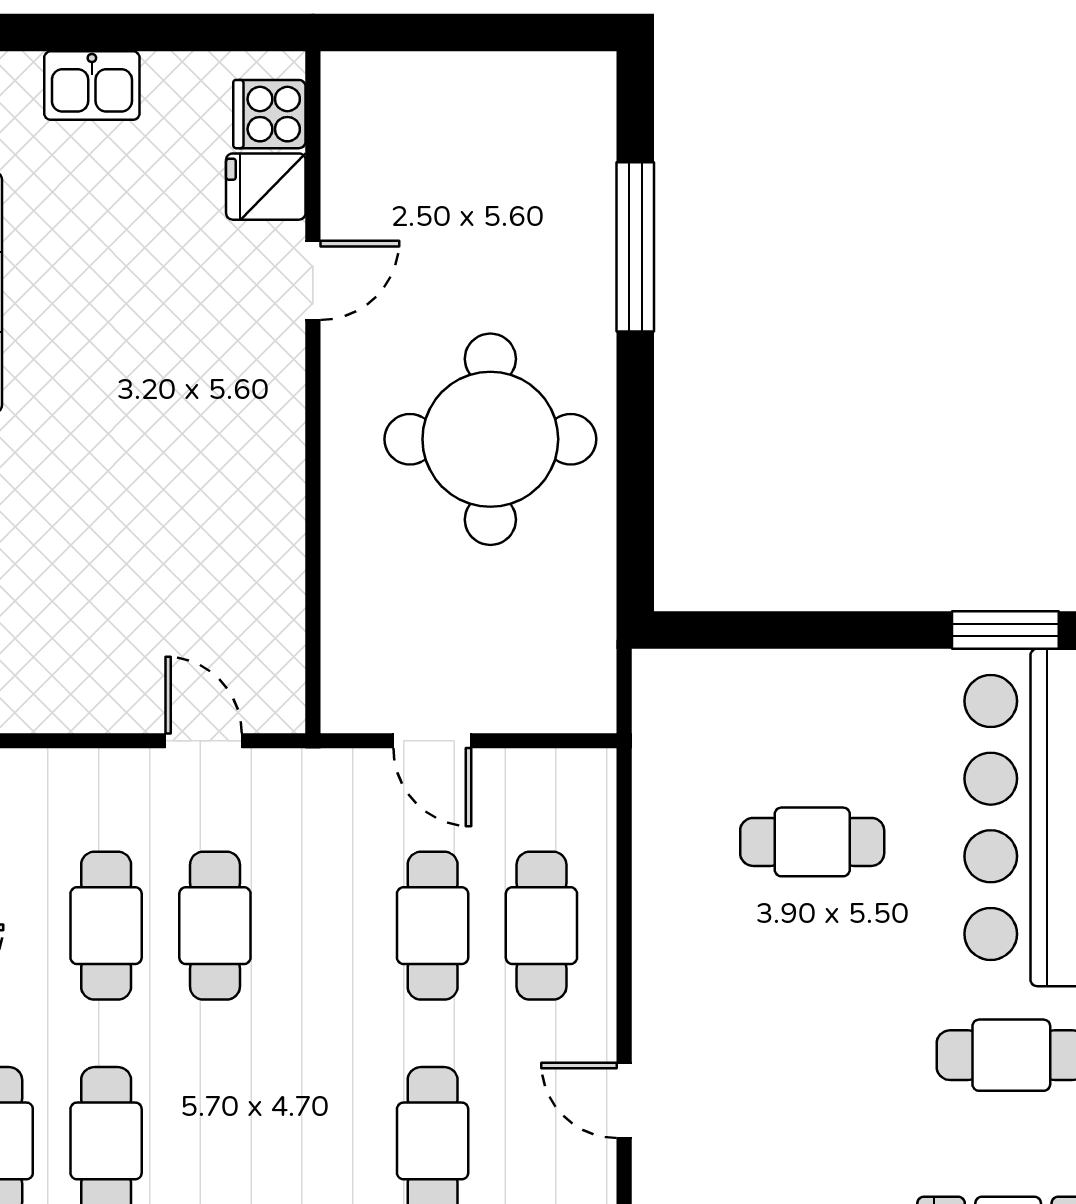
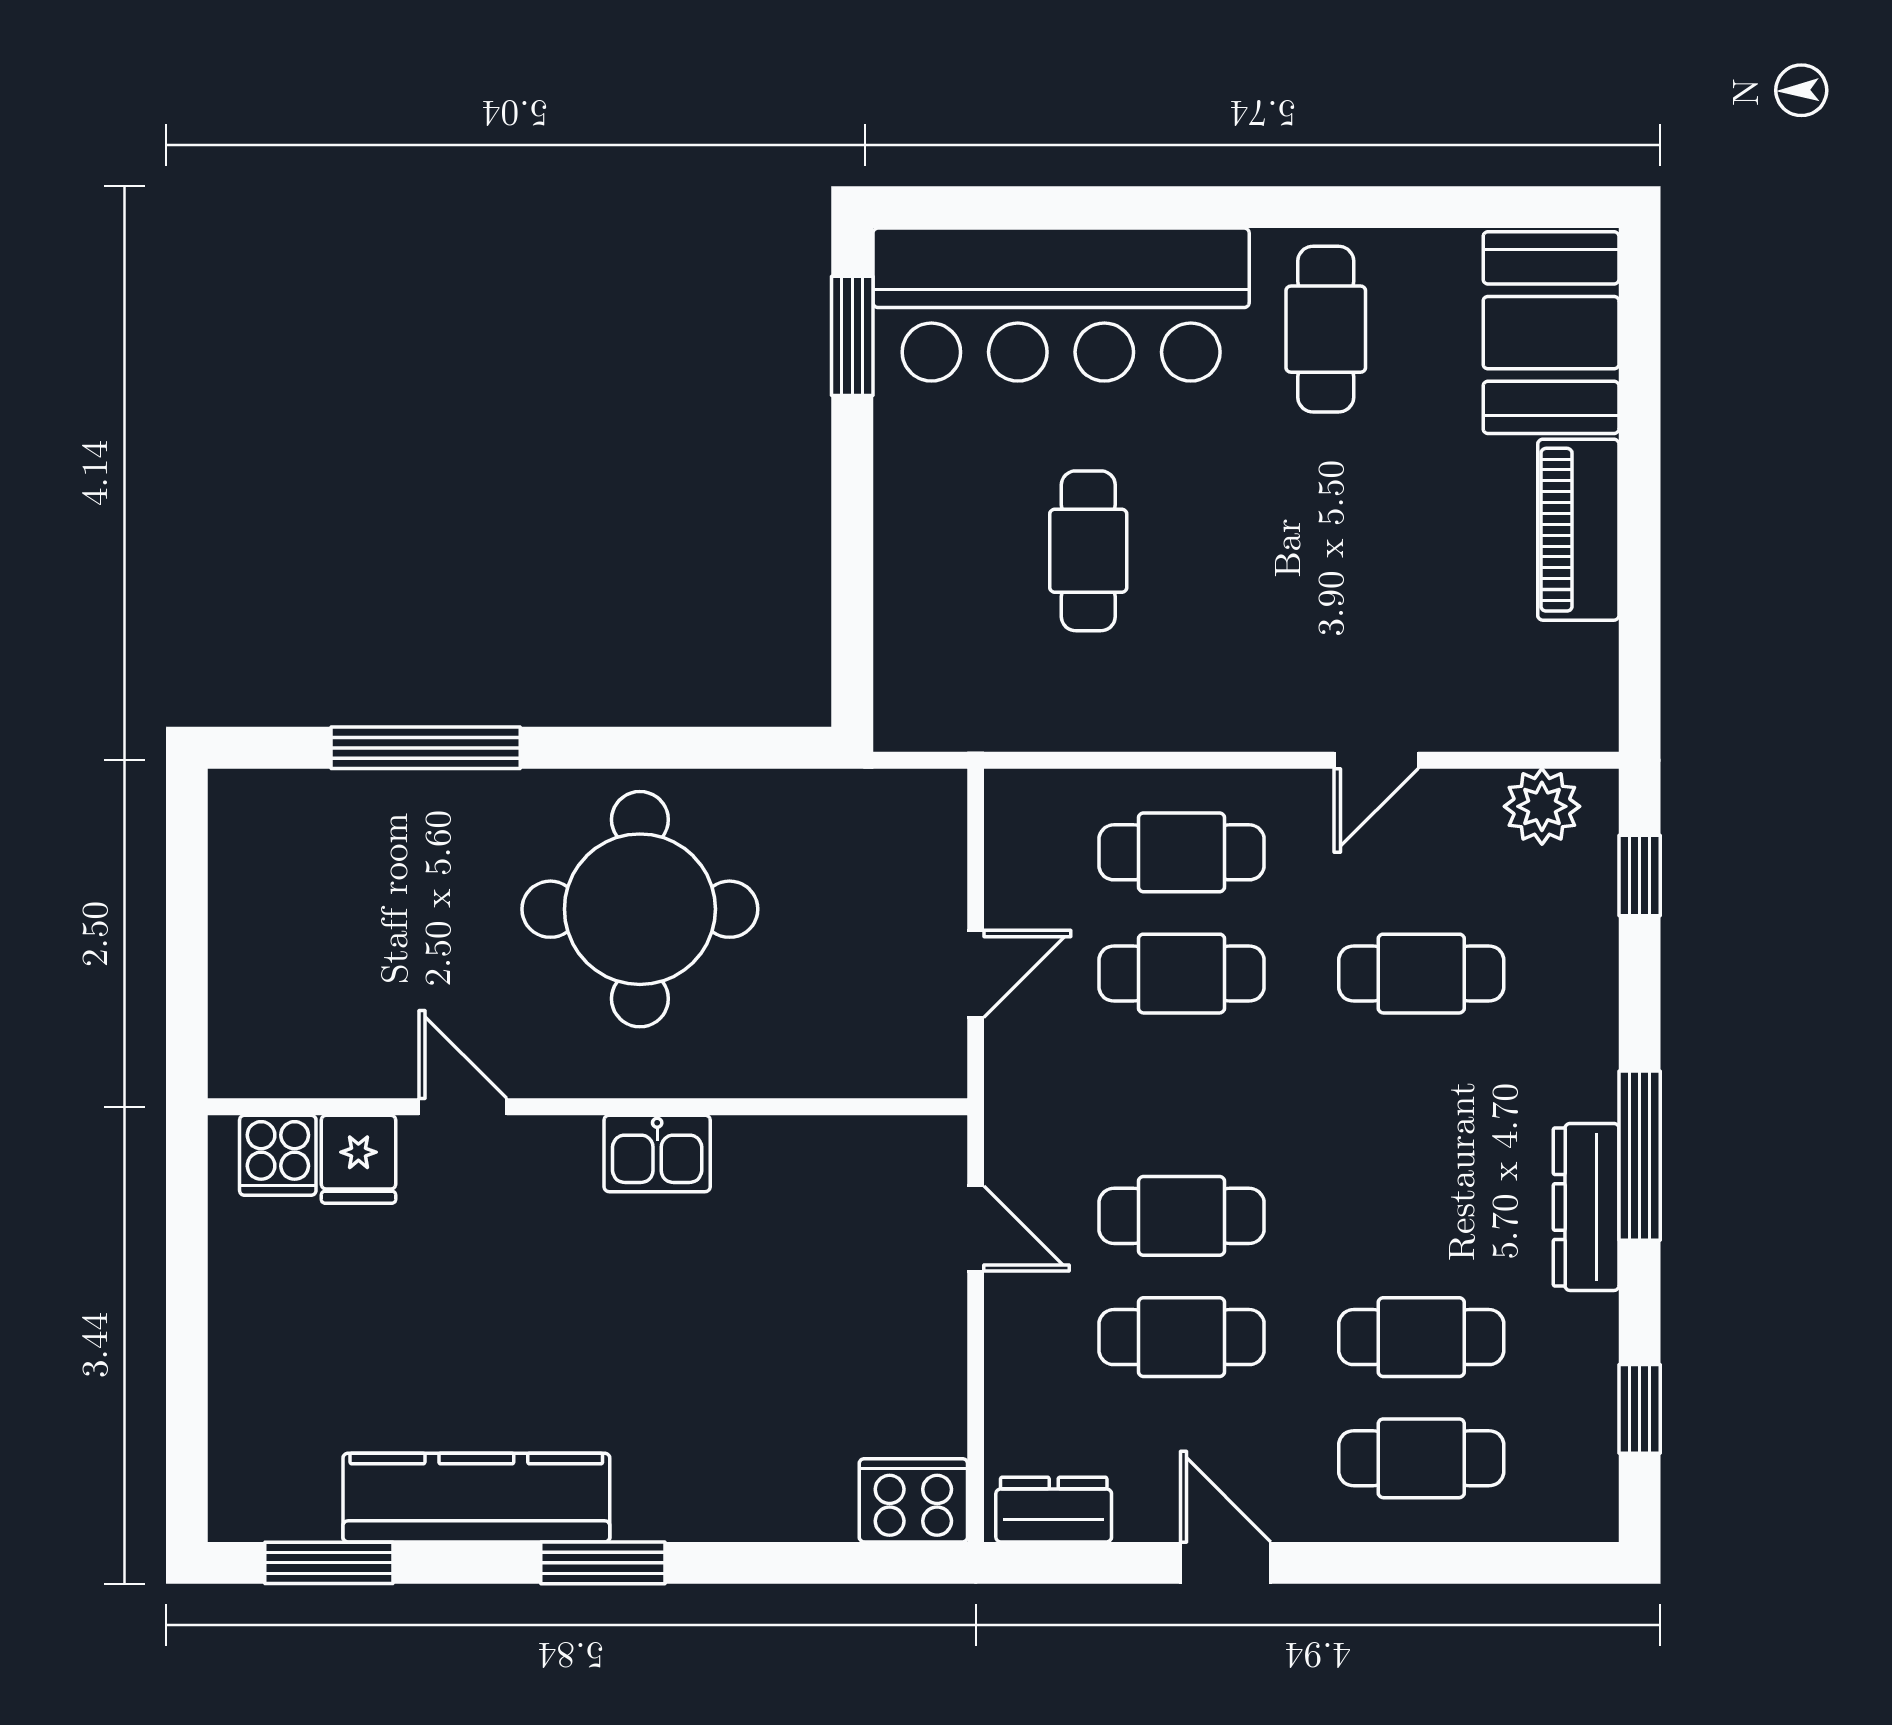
kitchen sink: (92, 86) -> (657, 1153), moved, turned 90
door: (204, 741) -> (976, 1229), swing flipped

